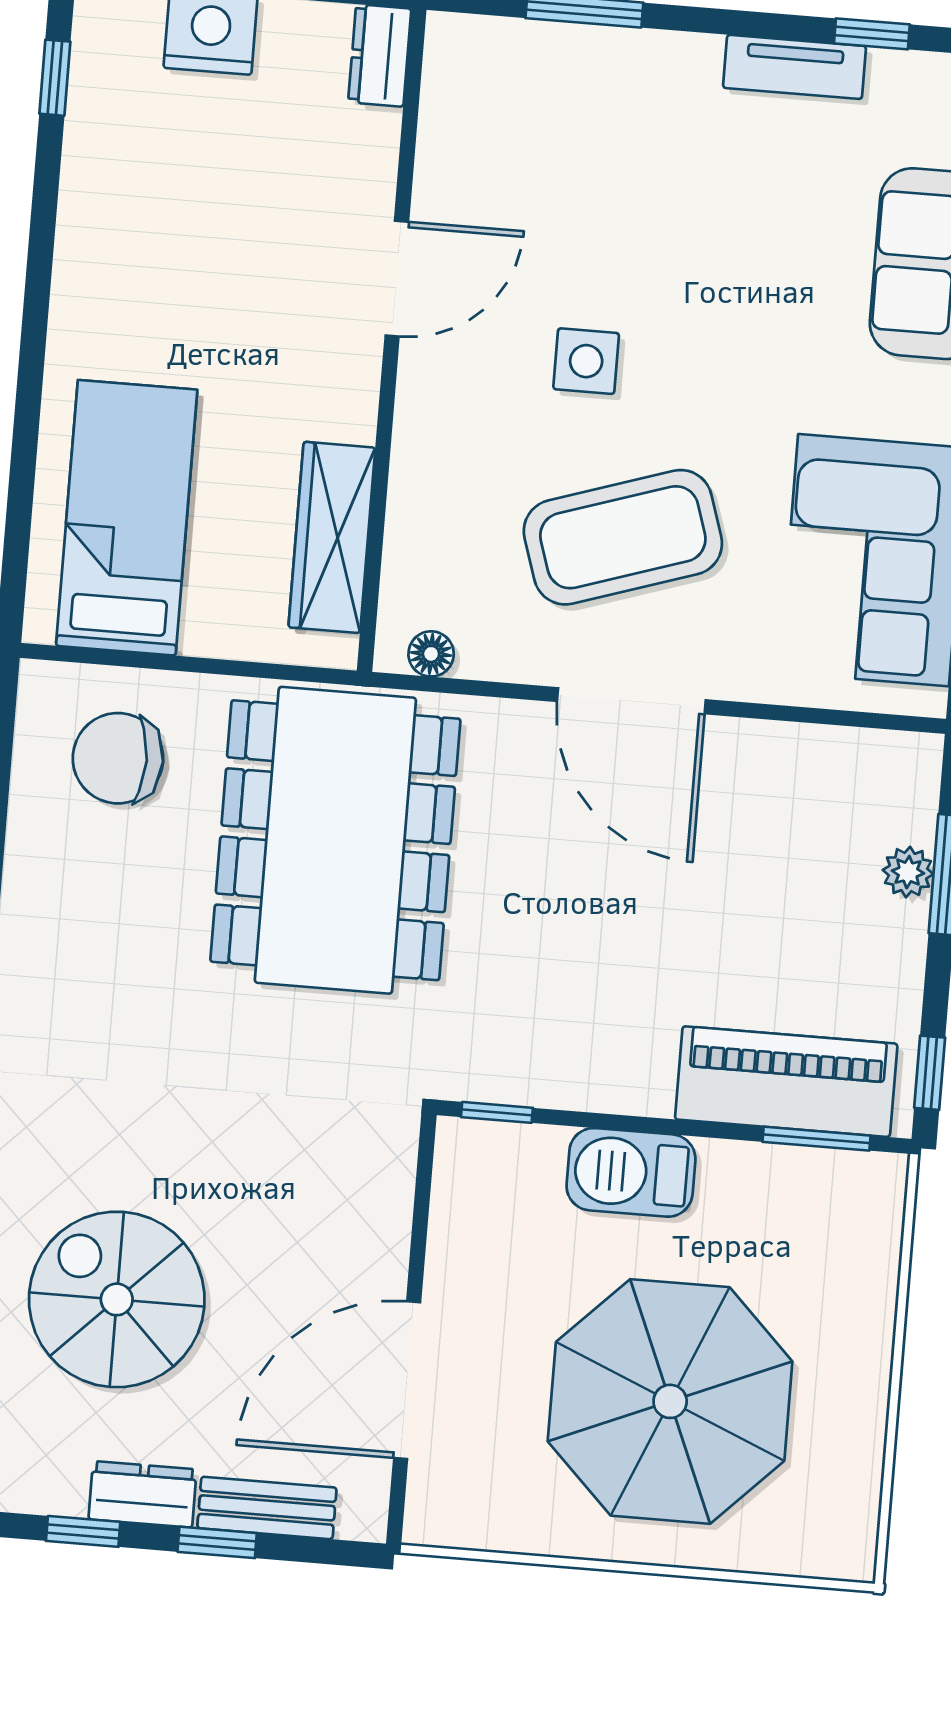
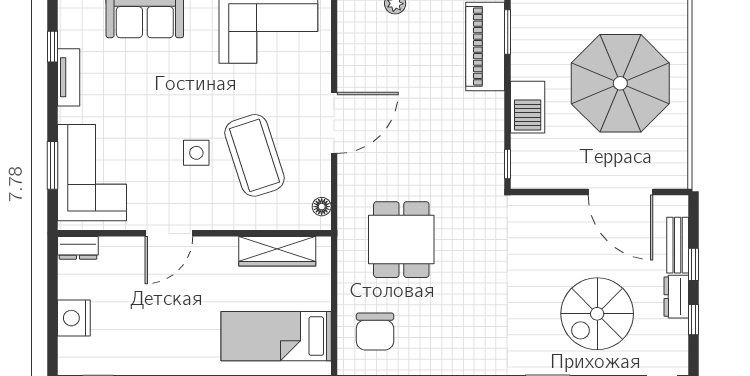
corner sofa: (559, 105) -> (92, 173), added
door: (397, 279) -> (169, 233), swing flipped
coffee table: (623, 537) -> (255, 155), moved
dining table: (335, 840) -> (401, 240), width x0.53, depth x0.80

